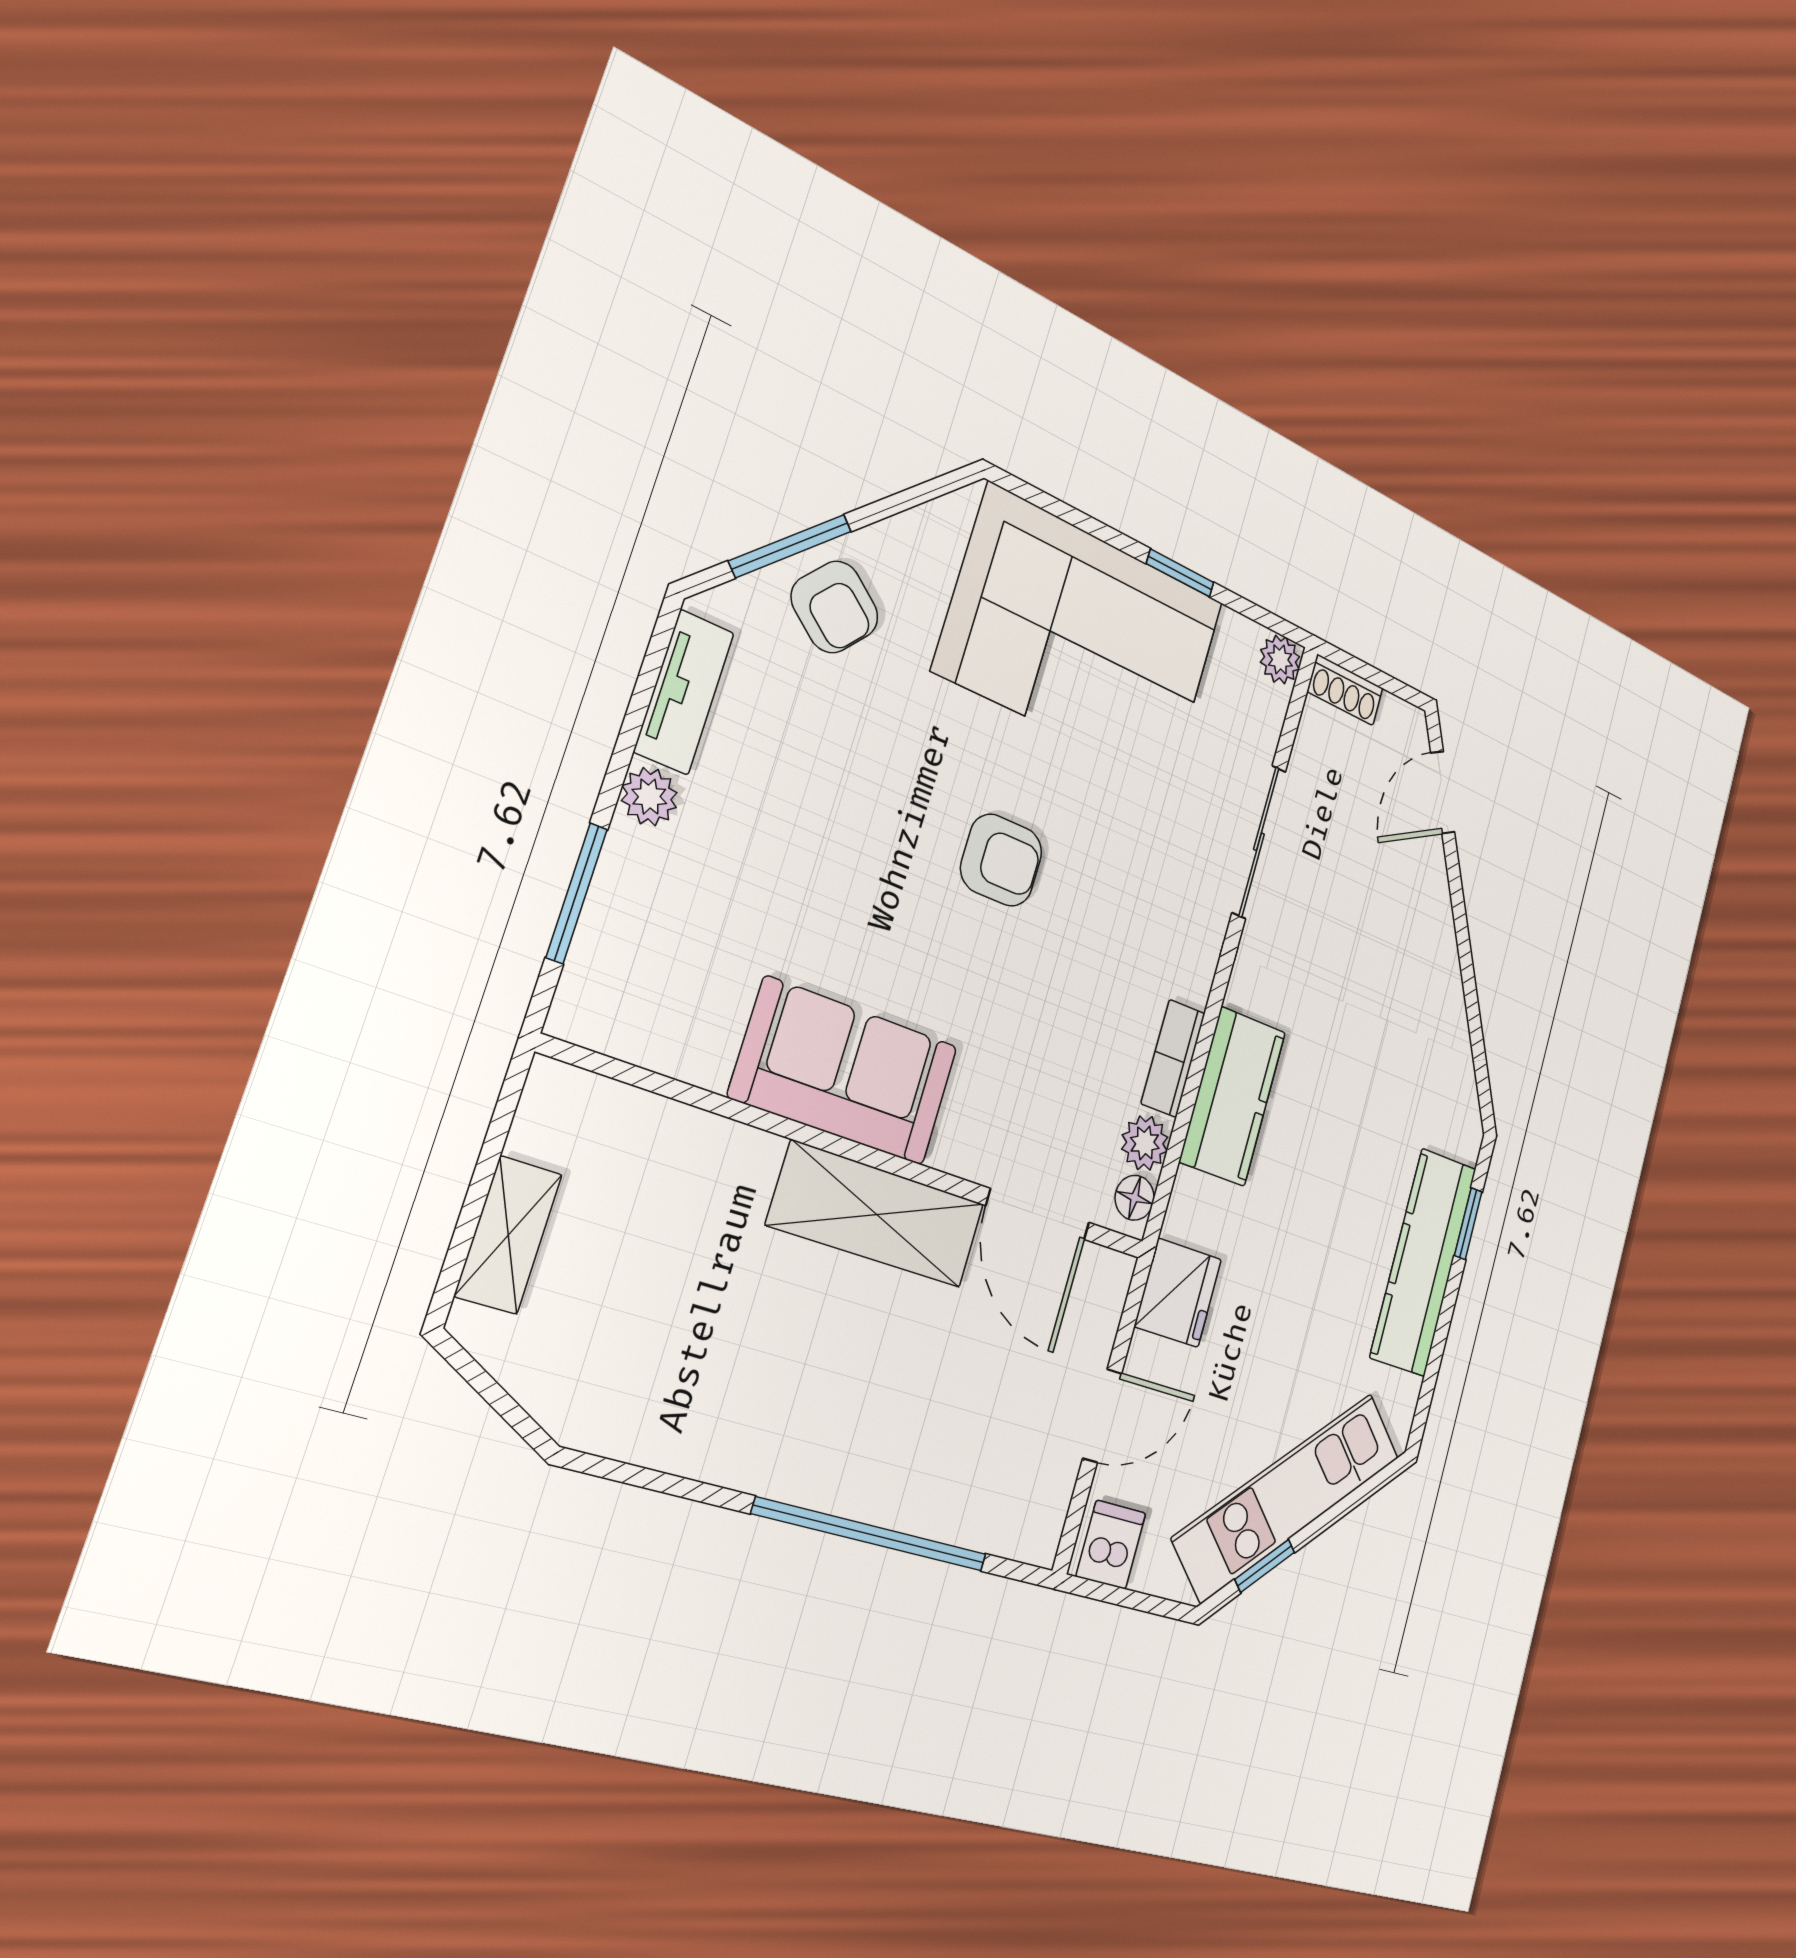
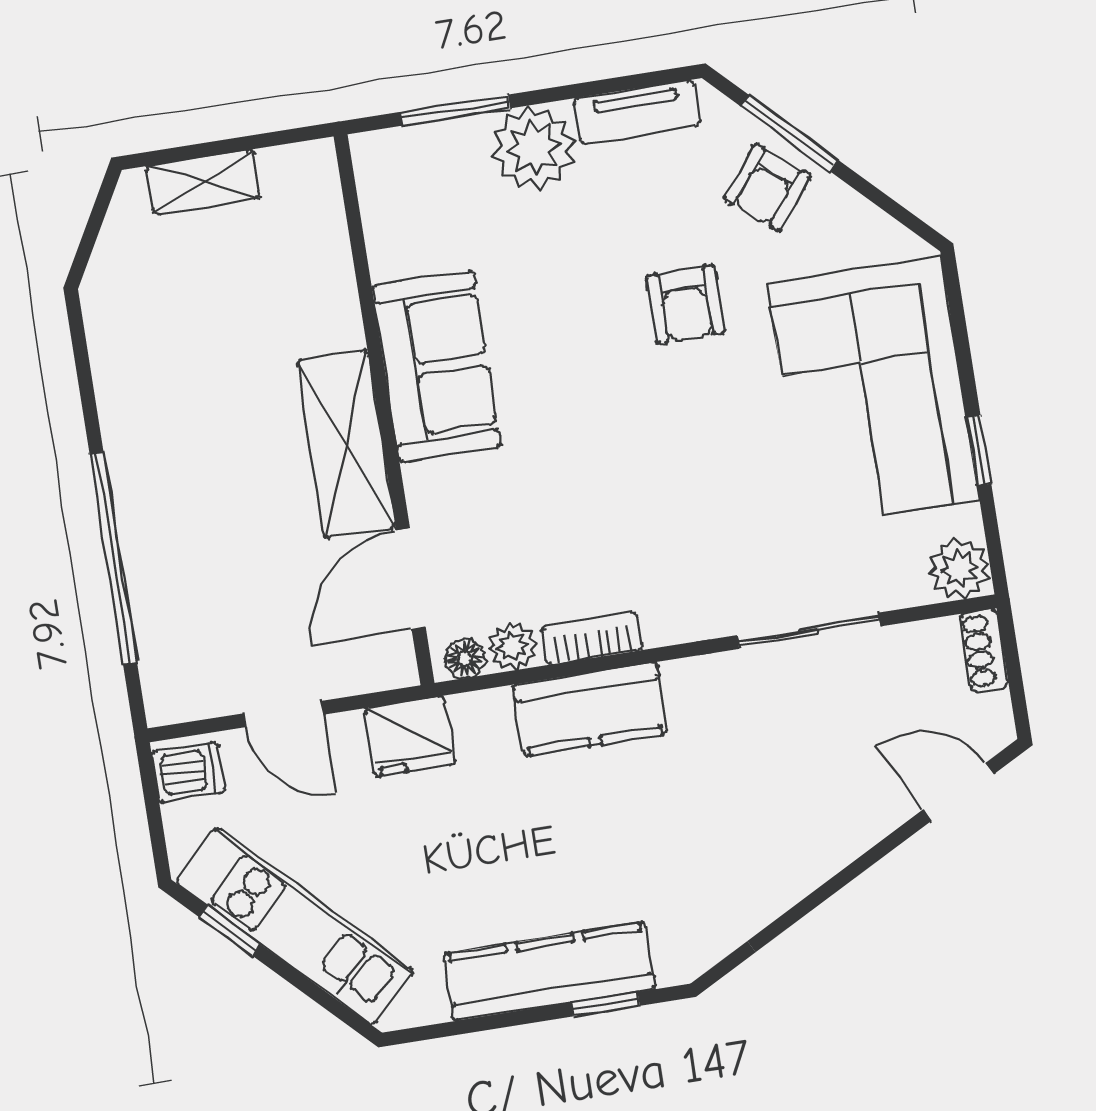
plant: (1280, 660) -> (959, 569), width x1.38, depth x1.38
plant: (649, 797) -> (533, 148), width x1.88, depth x1.88
armchair: (1001, 860) -> (685, 304), moved

